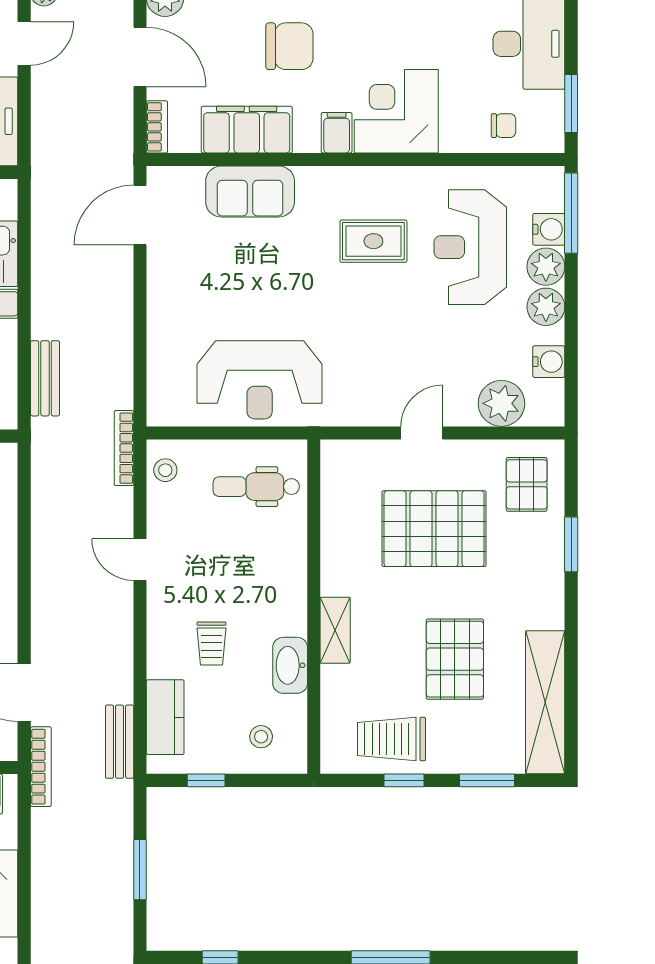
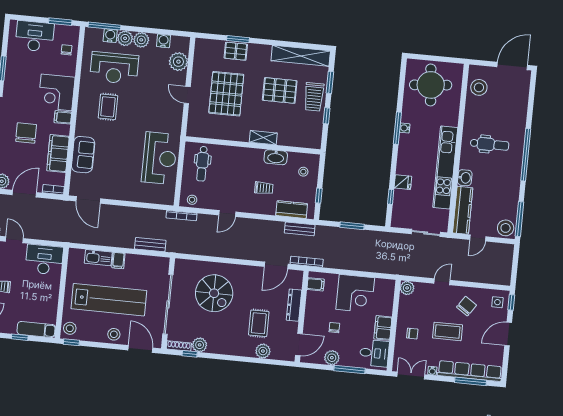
pallet: (527, 484) -> (236, 51), moved
trolley: (392, 739) -> (314, 97), moved

